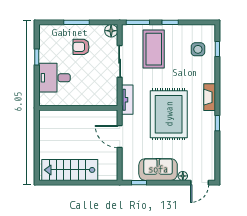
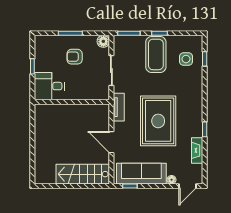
coffee table: (154, 49) -> (156, 54), moved
fireplace: (210, 97) -> (197, 150), moved
wall: (78, 108) -> (72, 102), moved
sofa: (158, 169) -> (141, 174), width x1.36
stairs: (70, 170) -> (83, 174), moved

